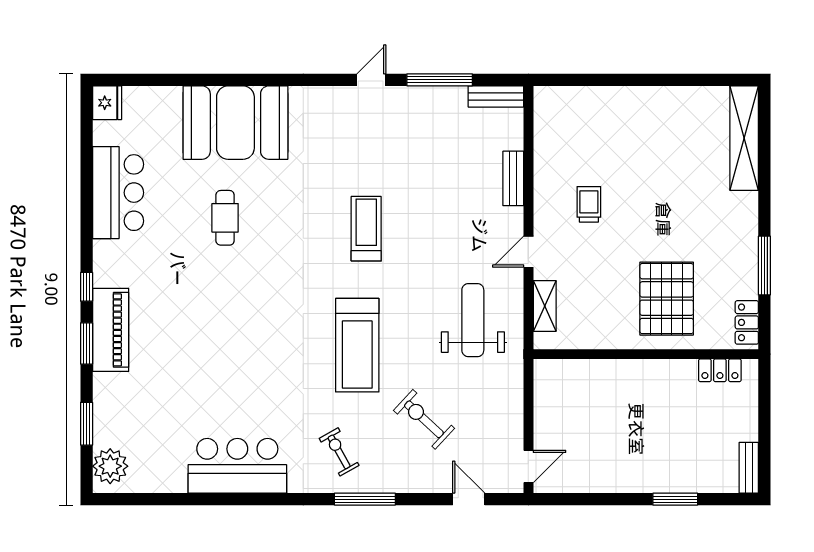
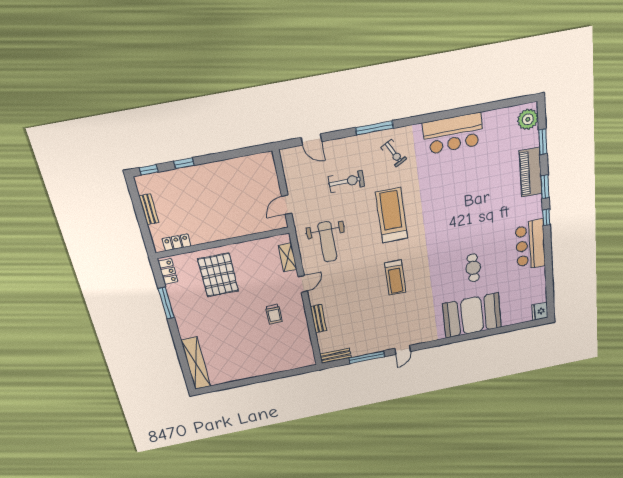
bar counter: (118, 193) -> (530, 245), moved
piano: (111, 330) -> (531, 172), moved
exercise bike: (424, 419) -> (346, 181), turned -43
door: (528, 467) -> (287, 205), moved
bench: (749, 468) -> (149, 209), moved
window: (675, 499) -> (184, 163), width x0.67
window: (732, 499) -> (149, 170), added

